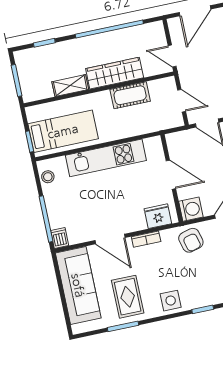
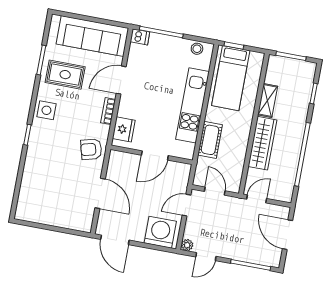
cot: (130, 95) -> (210, 140), moved
door: (182, 101) -> (215, 191), swing flipped
washing machine: (191, 209) -> (118, 160), removed

